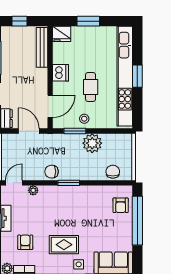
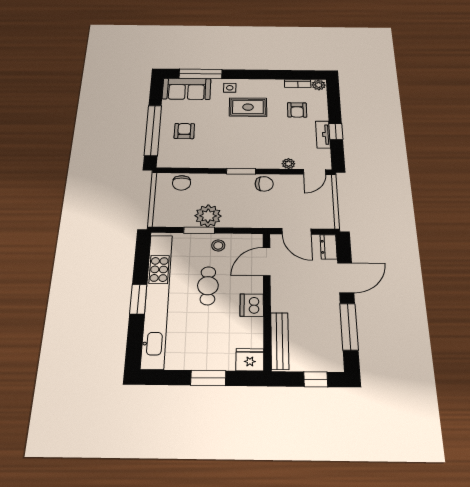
window: (75, 131) -> (199, 230), moved
armchair: (121, 205) -> (184, 131), moved

